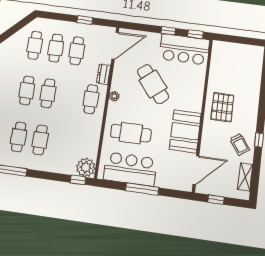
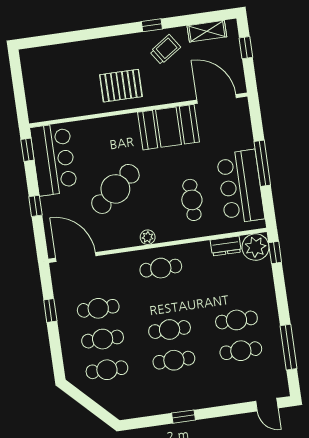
window: (168, 31) -> (35, 206), moved
dresser: (104, 74) -> (226, 246), moved
cafe table: (131, 133) -> (192, 200), width x0.73, depth x0.74
window: (216, 200) -> (246, 48), moved

